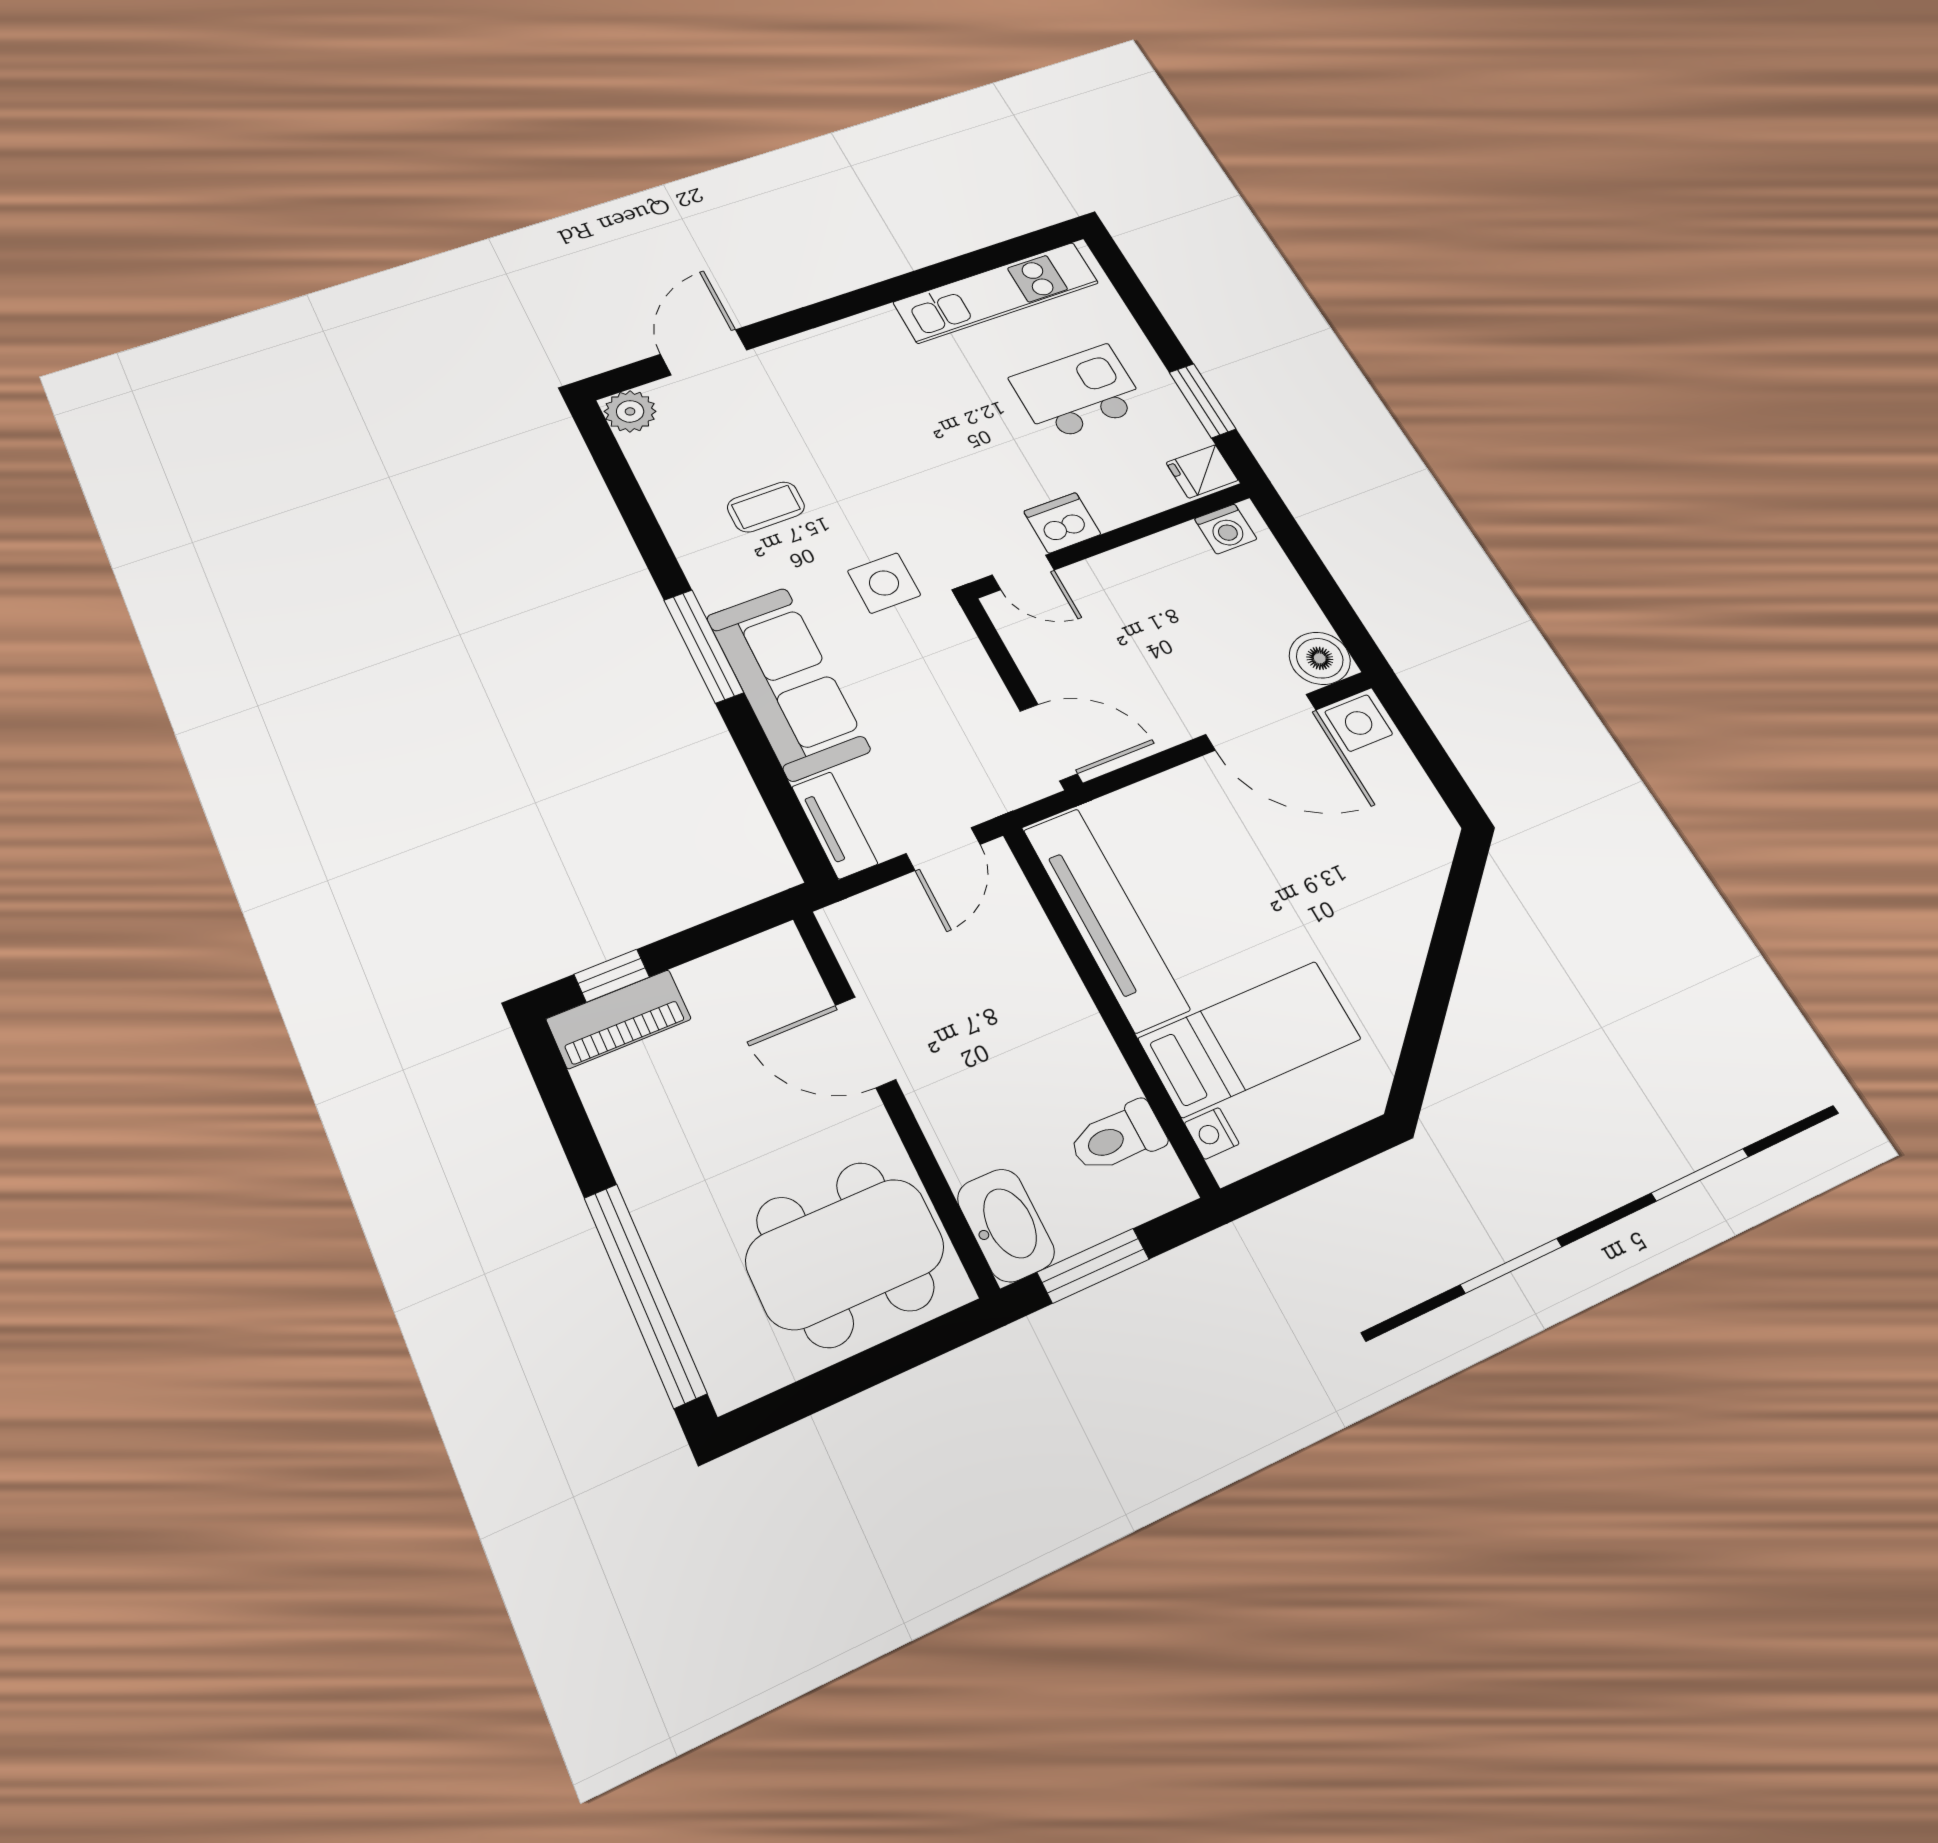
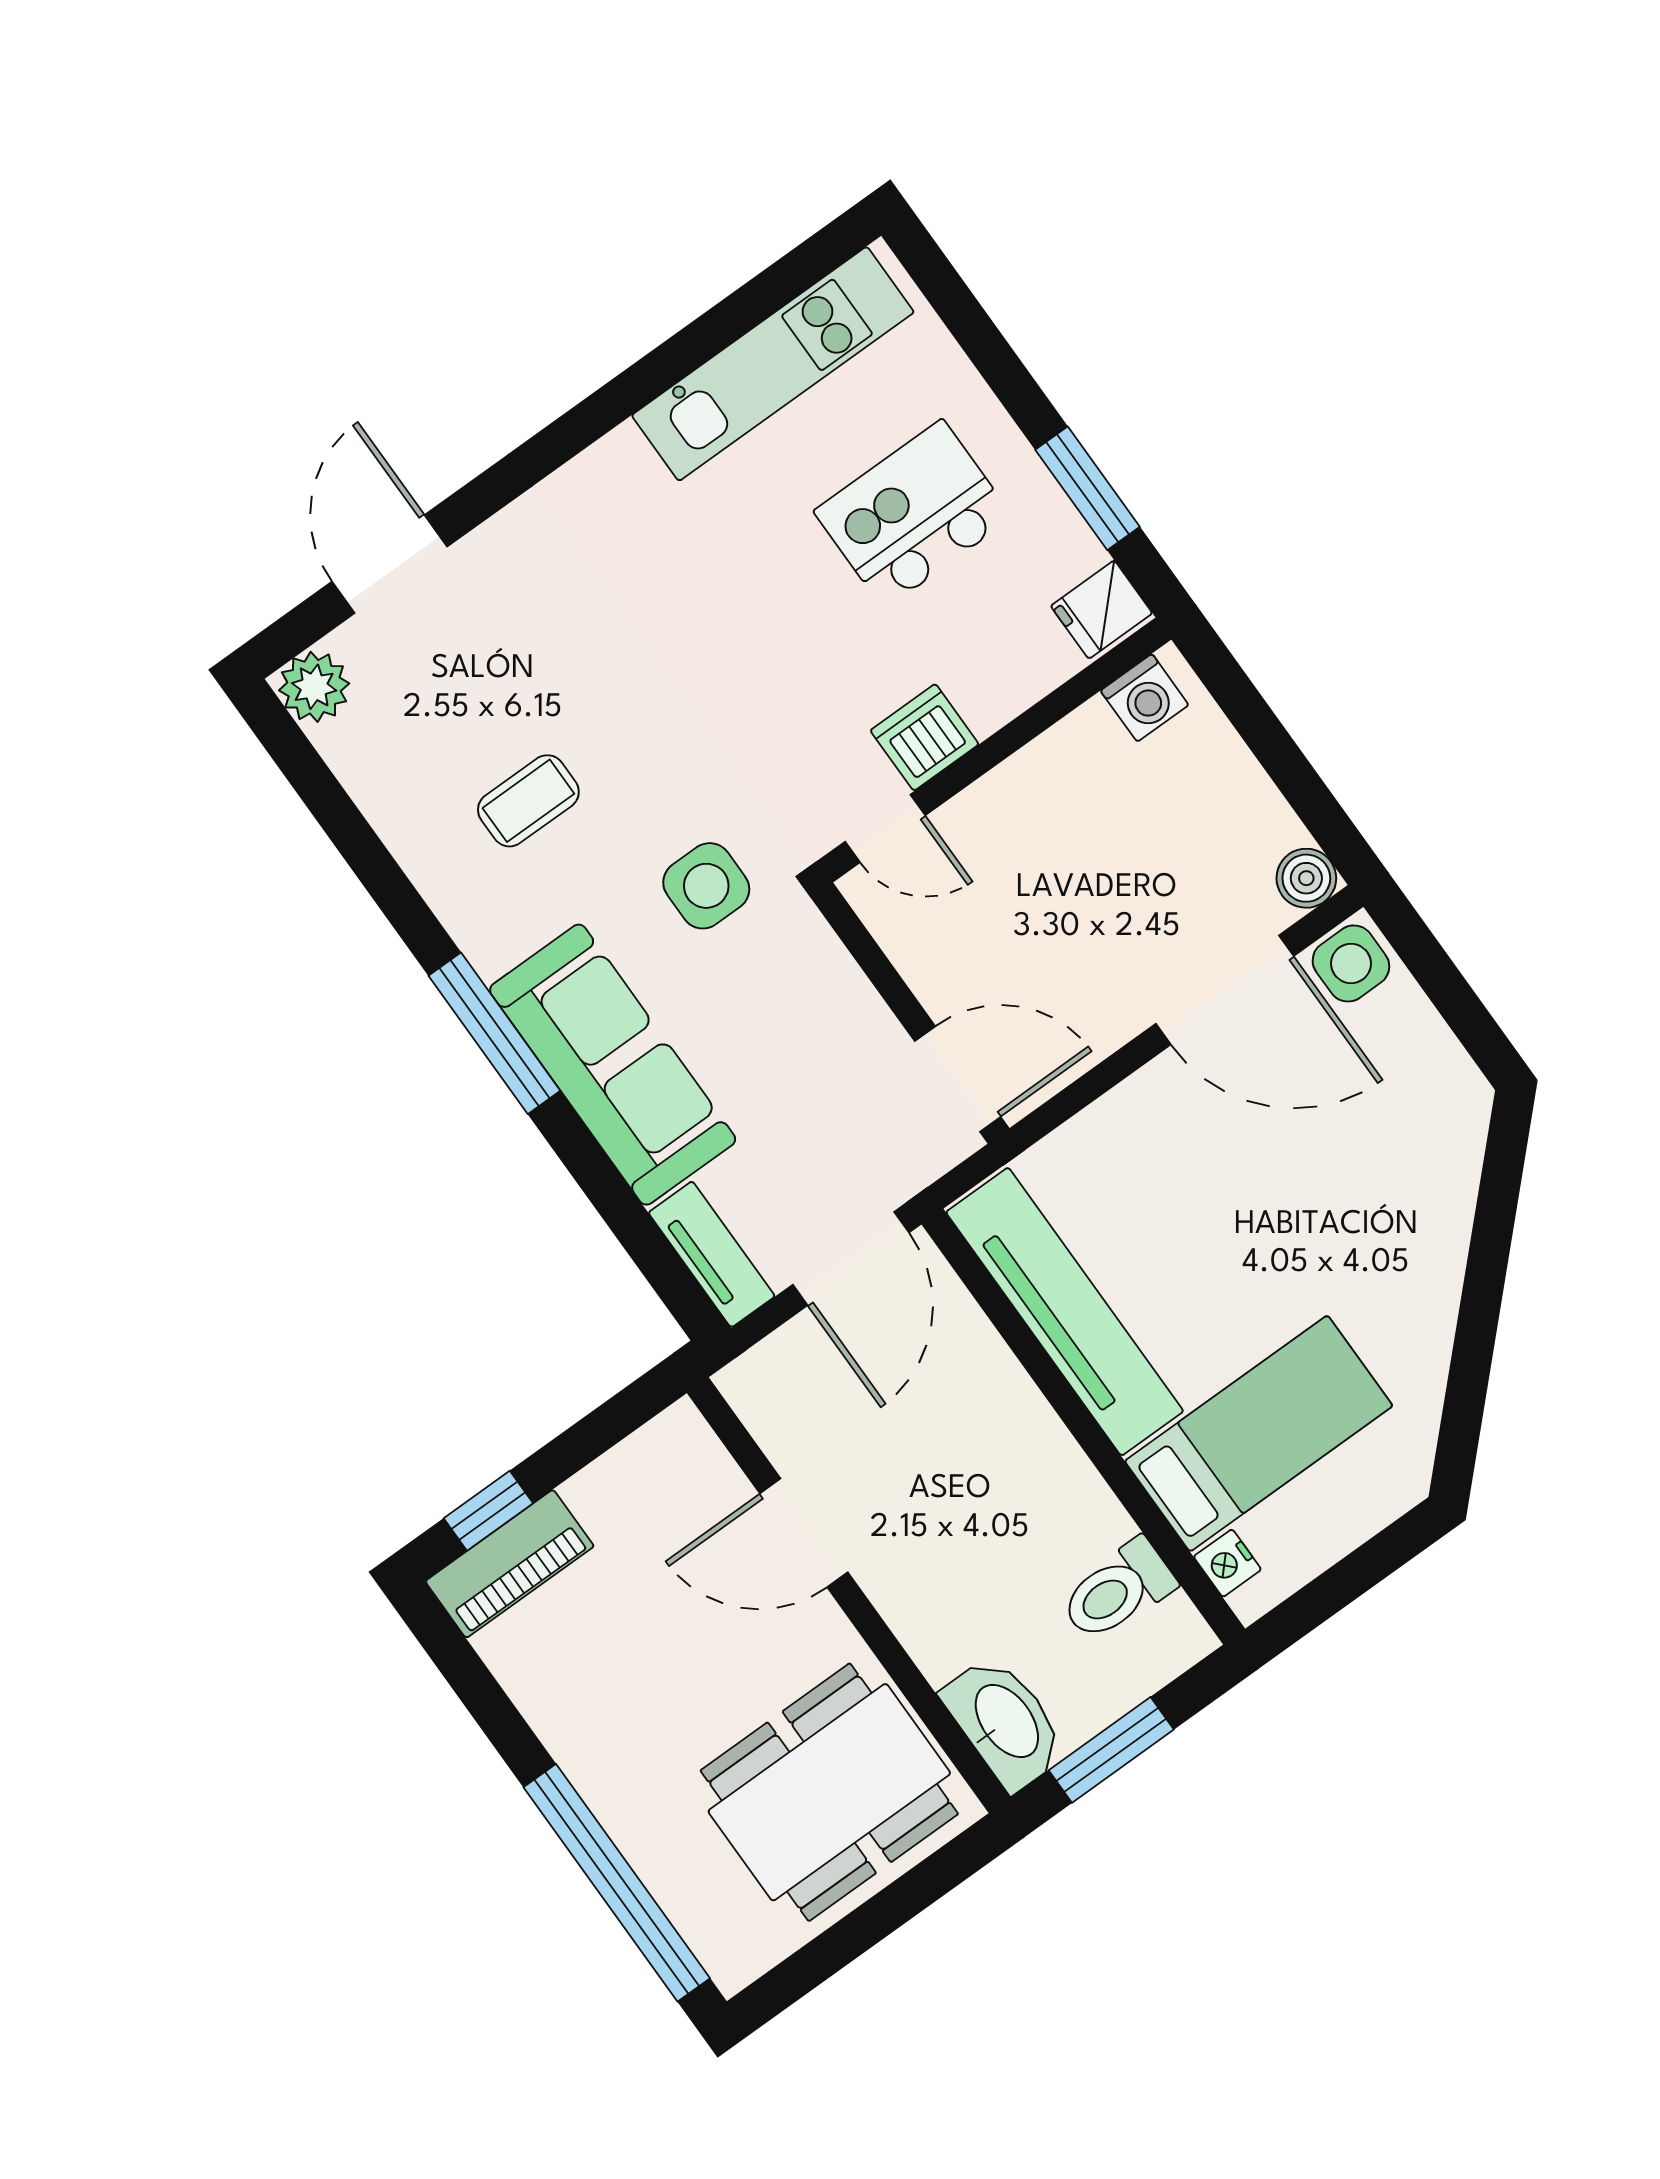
boiler: (1320, 658) -> (1306, 878), width x0.73, depth x0.73
door: (943, 849) -> (851, 1259), width x1.38

